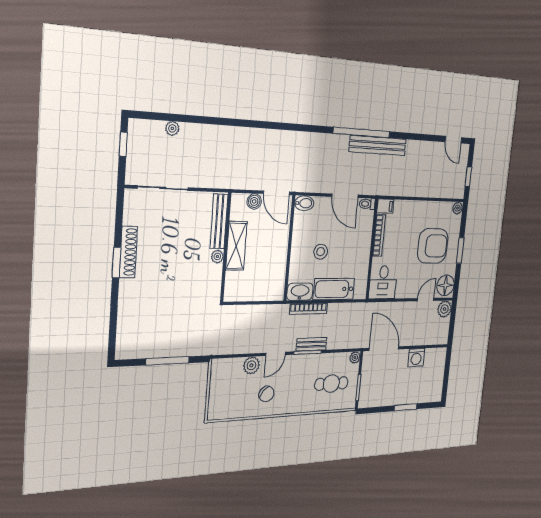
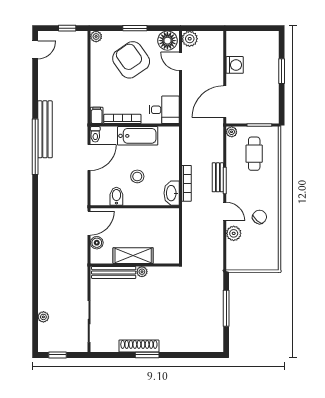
bidet: (304, 203) -> (116, 196), moved
armchair: (433, 246) -> (131, 60), turned -35
bathtub: (334, 289) -> (138, 136), moved, turned -90

